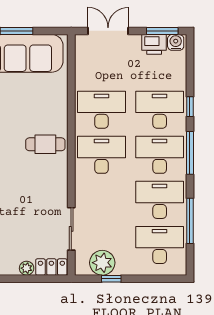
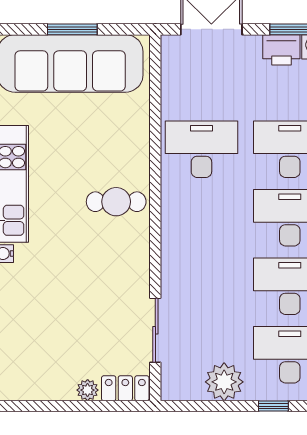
desk: (101, 155) -> (201, 218), removed
plant: (102, 263) -> (224, 382), moved
window: (111, 279) -> (273, 406), moved

